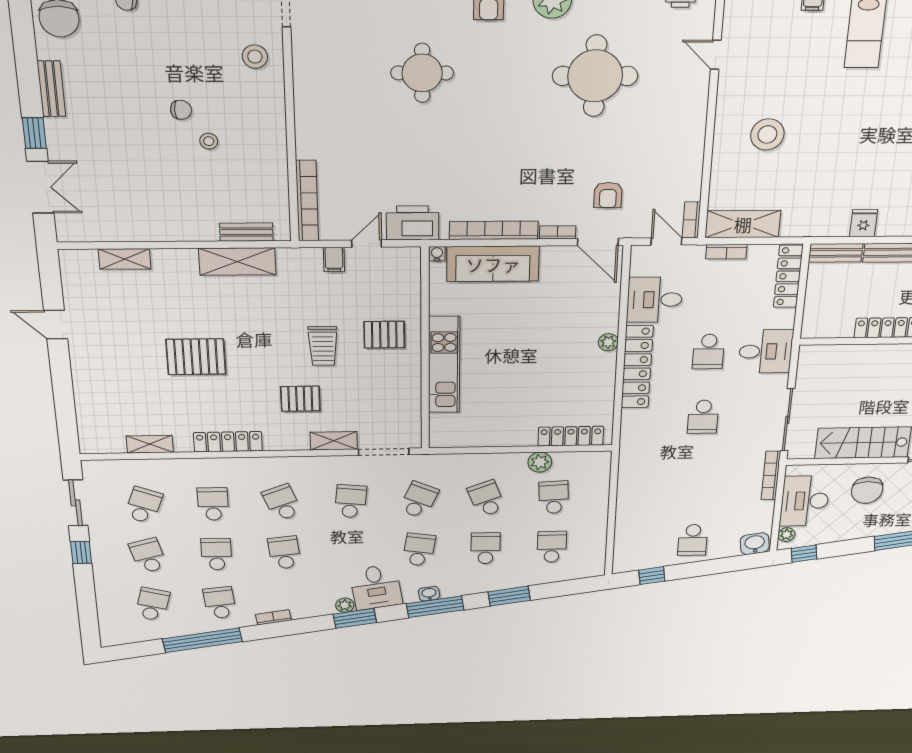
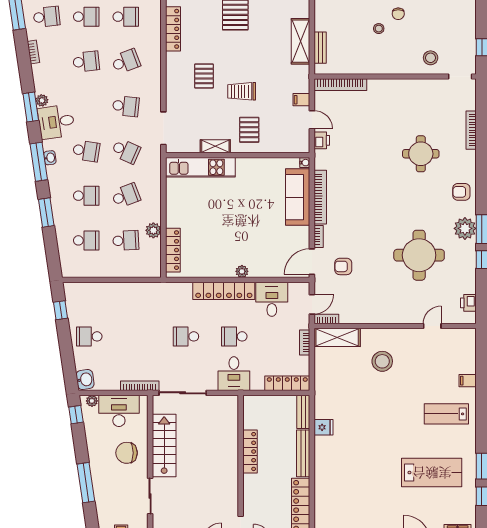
printer: (413, 223) -> (322, 140), width x0.53, depth x0.68
shelving: (743, 224) -> (337, 337), moved, turned 90
kitchen unit: (444, 365) -> (200, 167), moved
shelving: (334, 441) -> (215, 146), moved, turned 90

